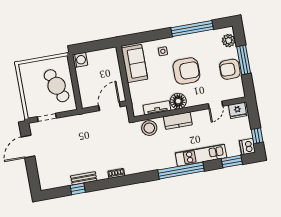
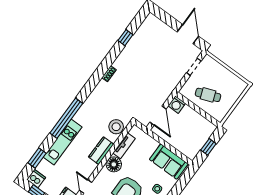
window: (94, 46) -> (208, 147), added
washing machine: (80, 60) -> (177, 105), moved
cafe table: (57, 86) -> (208, 95), width x0.73, depth x0.74
bench: (84, 178) -> (128, 49), removed

